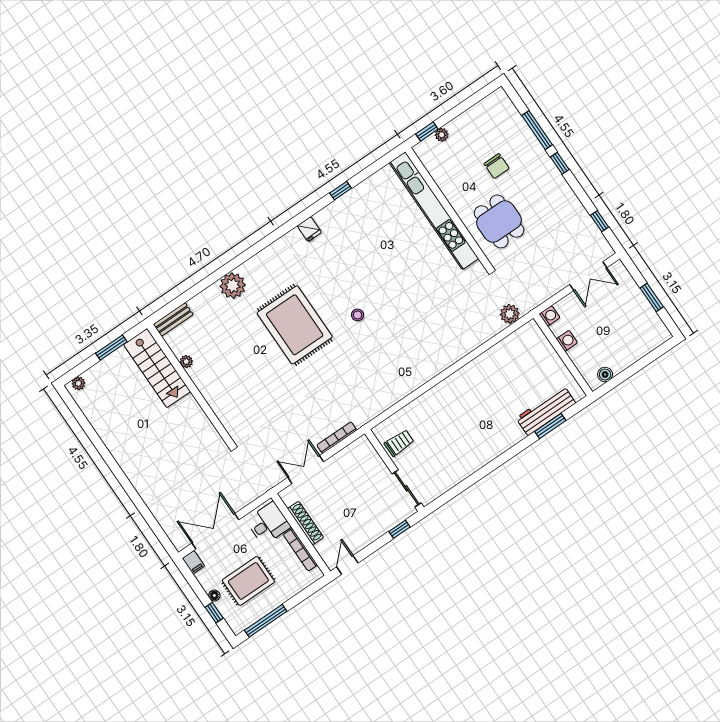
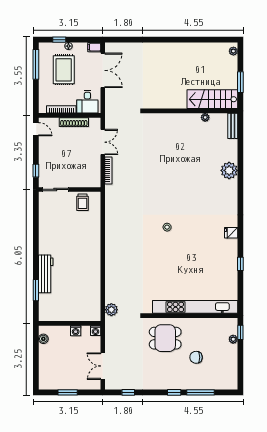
rug: (295, 325) -> (185, 190), removed
workbench: (546, 411) -> (46, 274), moved

